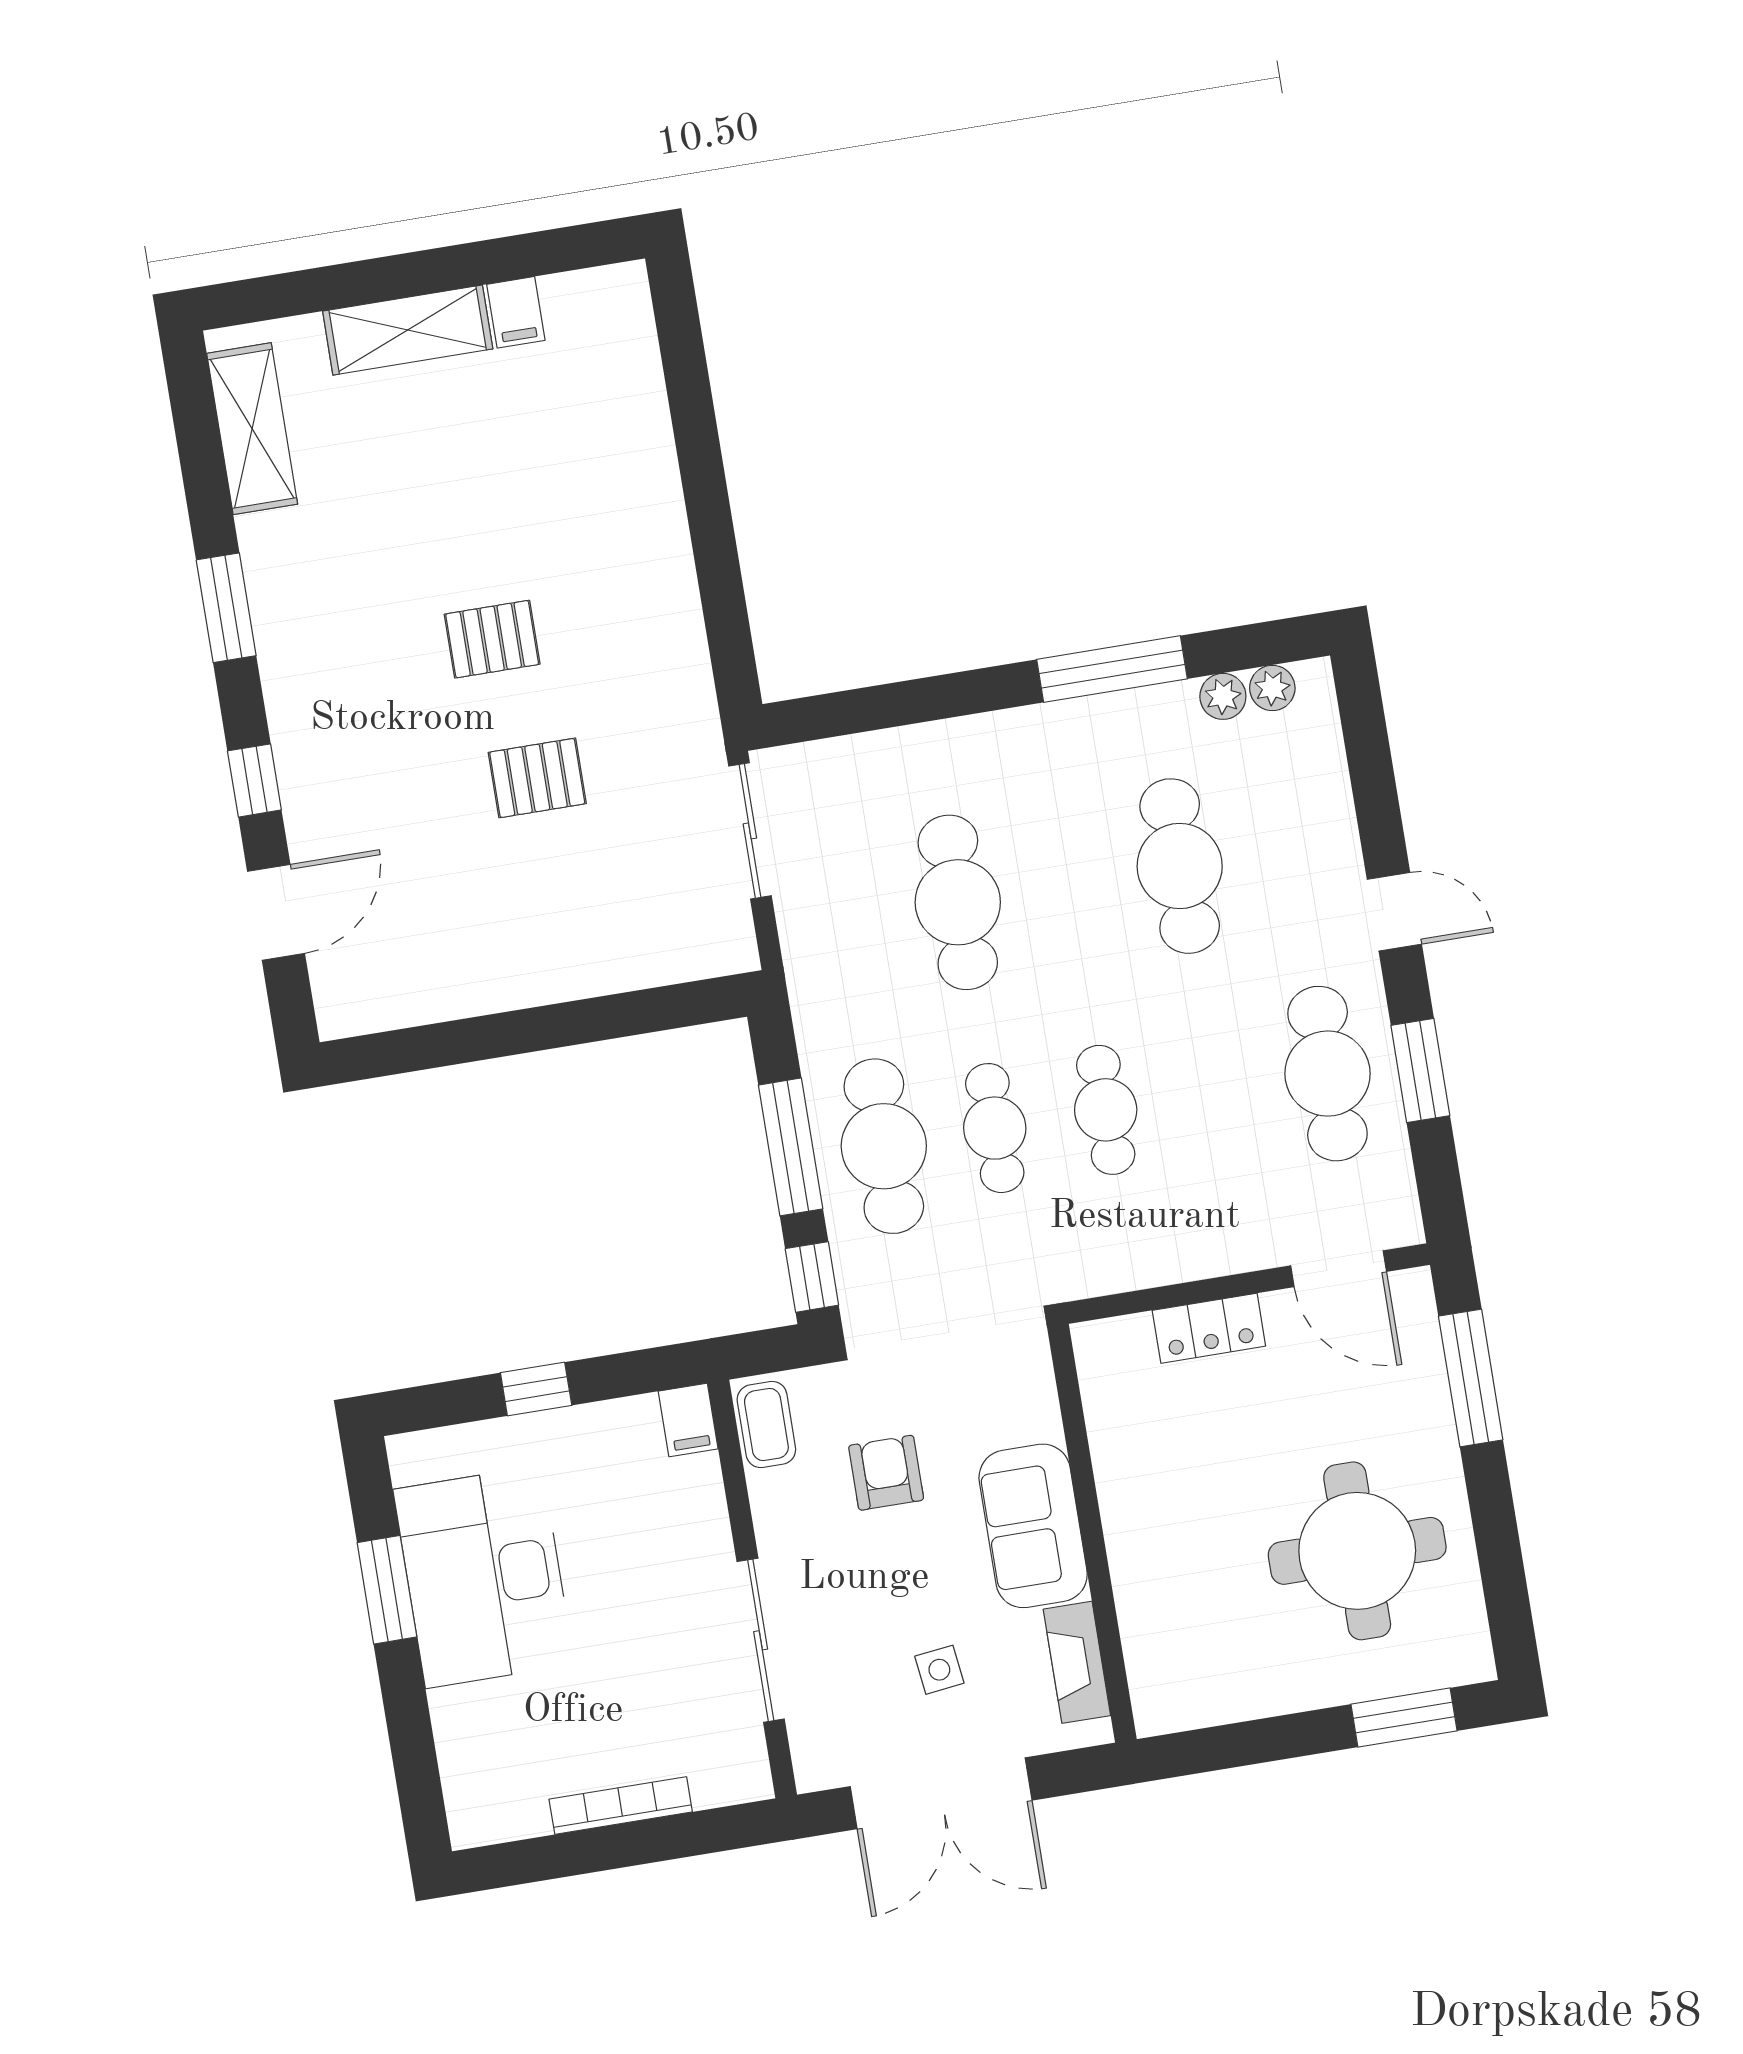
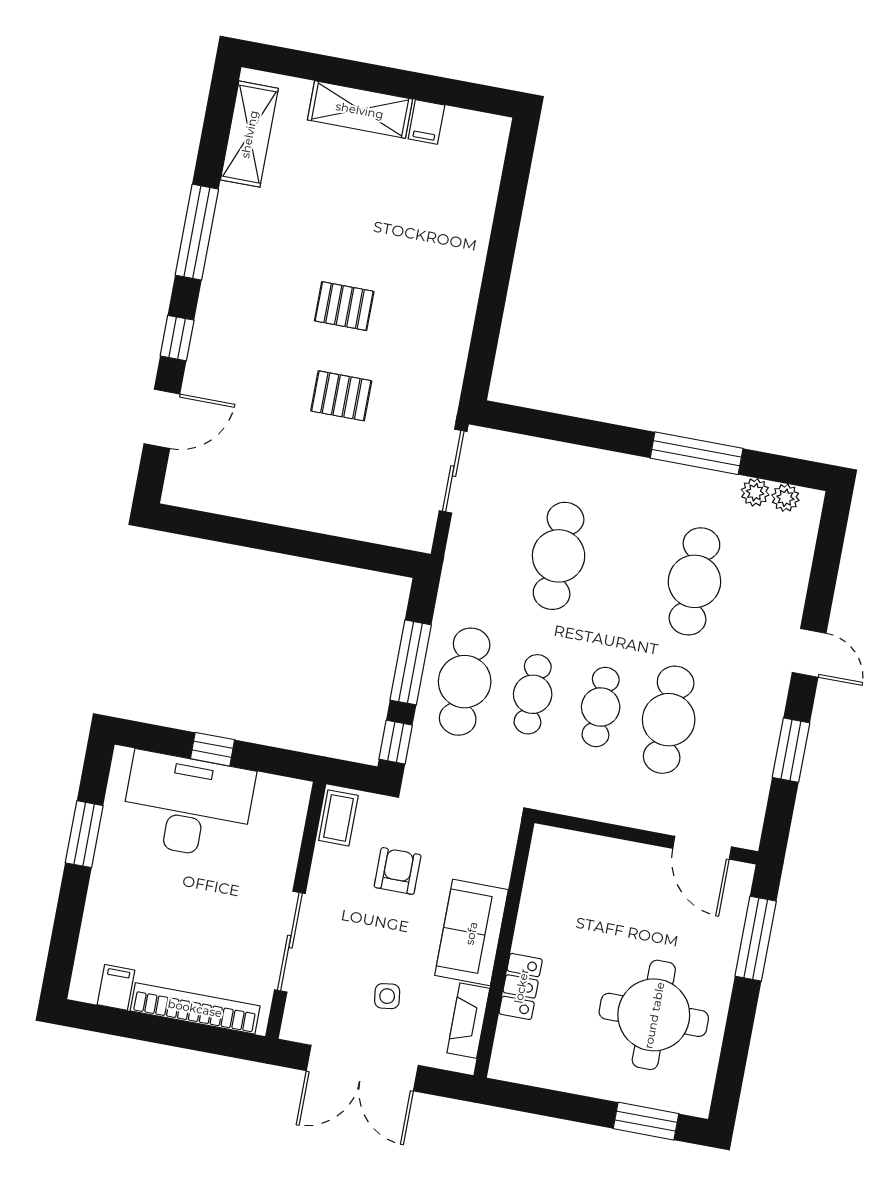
window: (226, 608) -> (197, 232), width x1.44
cafe table: (1328, 1074) -> (669, 720), moved
locker: (1209, 1328) -> (521, 986), moved, turned -90
filing cabinet: (688, 1420) -> (116, 987), moved, turned 180
desk: (484, 1577) -> (188, 806), moved, turned 90
bookcase: (621, 1806) -> (195, 1008), width x1.48, depth x1.31

